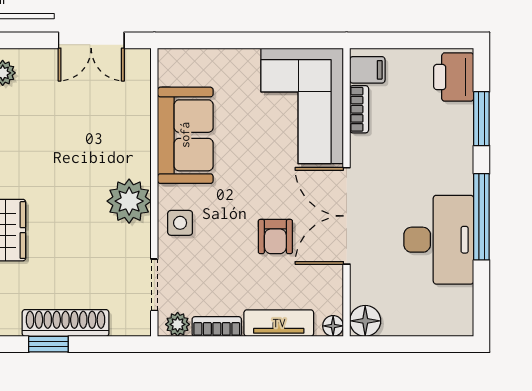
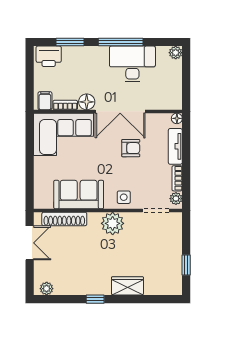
floor lamp: (365, 321) -> (87, 102), moved
shoe rack: (65, 323) -> (64, 219), moved, turned -90
plant: (461, 324) -> (176, 53), added

